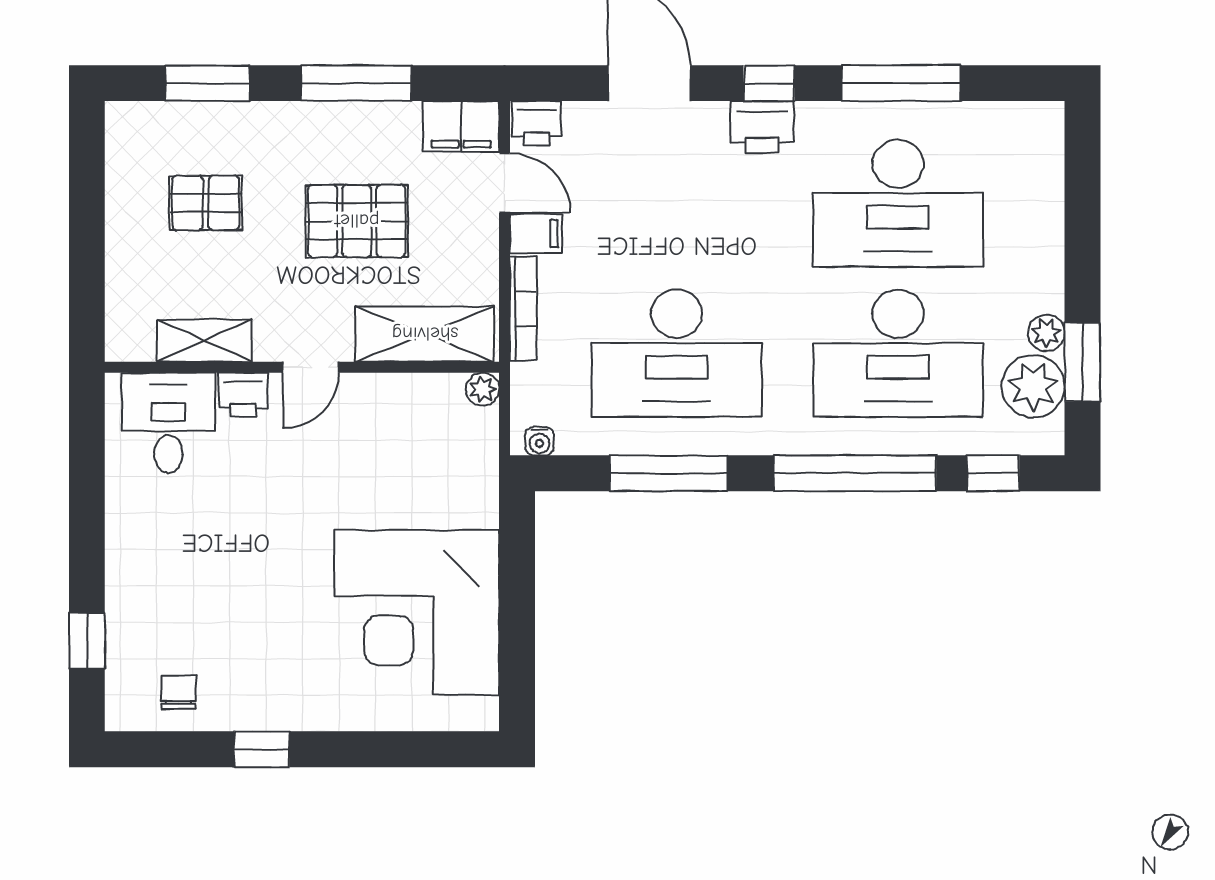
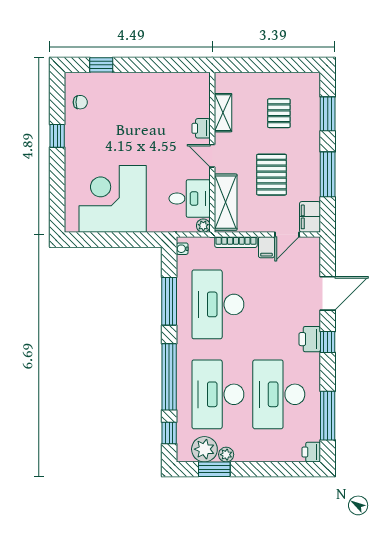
window: (901, 83) -> (328, 416), moved
printer: (537, 123) -> (311, 452), moved
desk: (168, 423) -> (190, 198), moved

